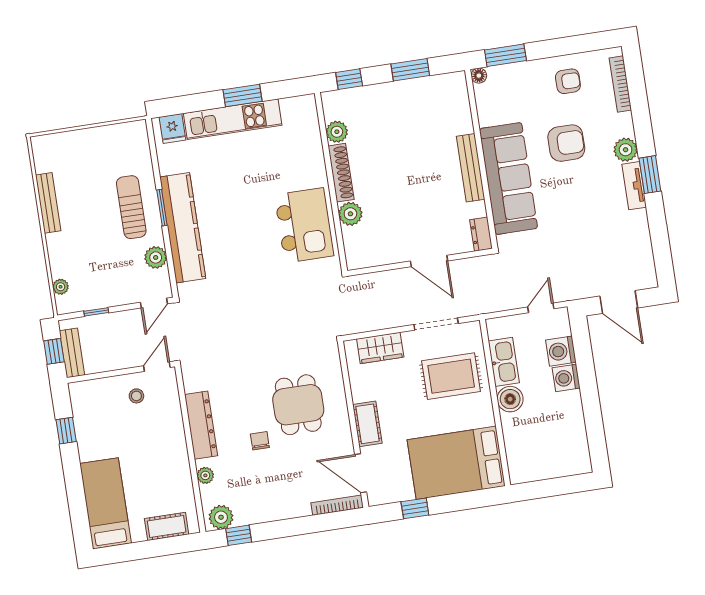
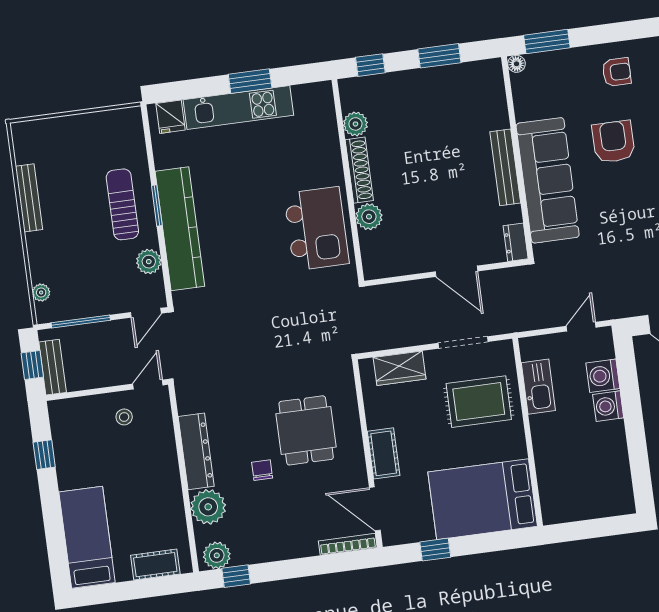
armchair: (566, 143) -> (613, 142), turned -90
window: (96, 312) -> (81, 321), width x2.17
boiler: (510, 399) -> (545, 429), removed
plant: (205, 475) -> (208, 507), width x1.88, depth x1.88

